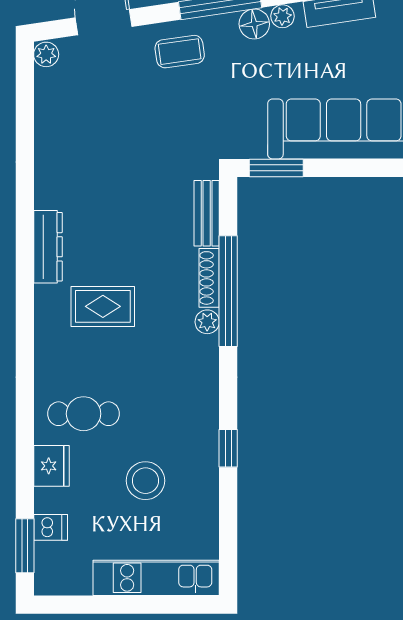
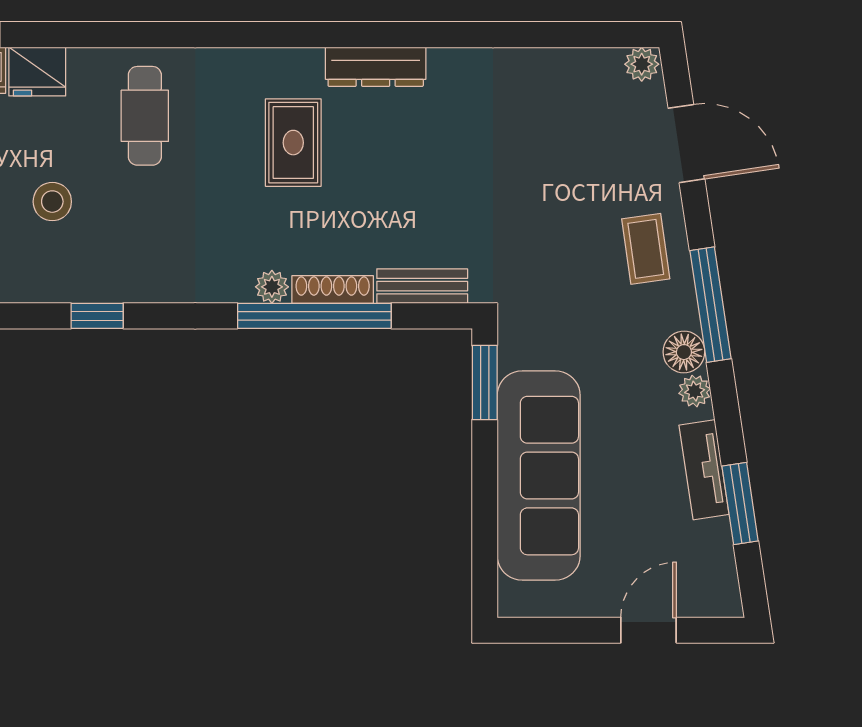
fridge: (51, 466) -> (37, 71), moved
stool: (145, 481) -> (52, 202), width x0.73, depth x0.73

